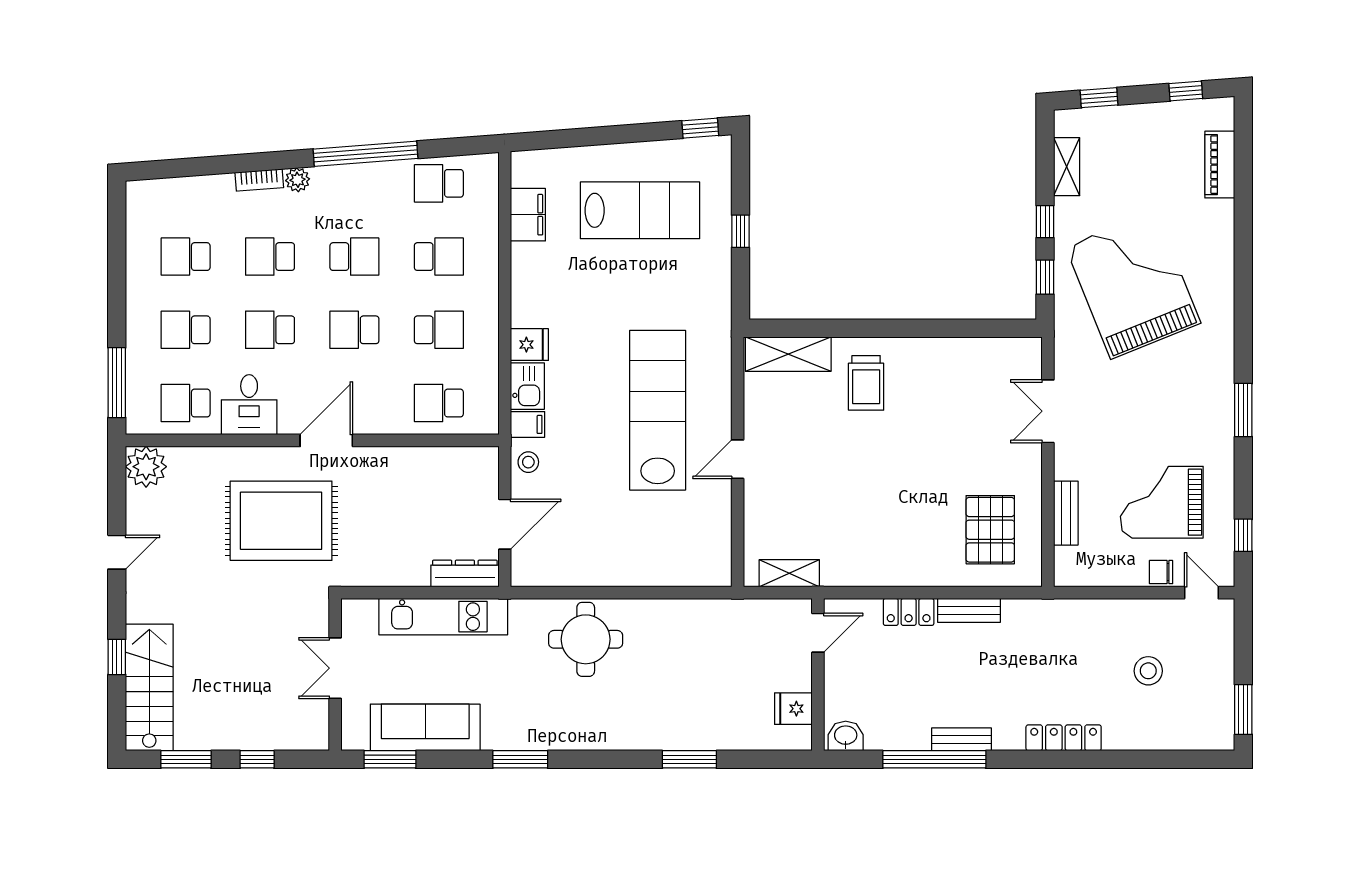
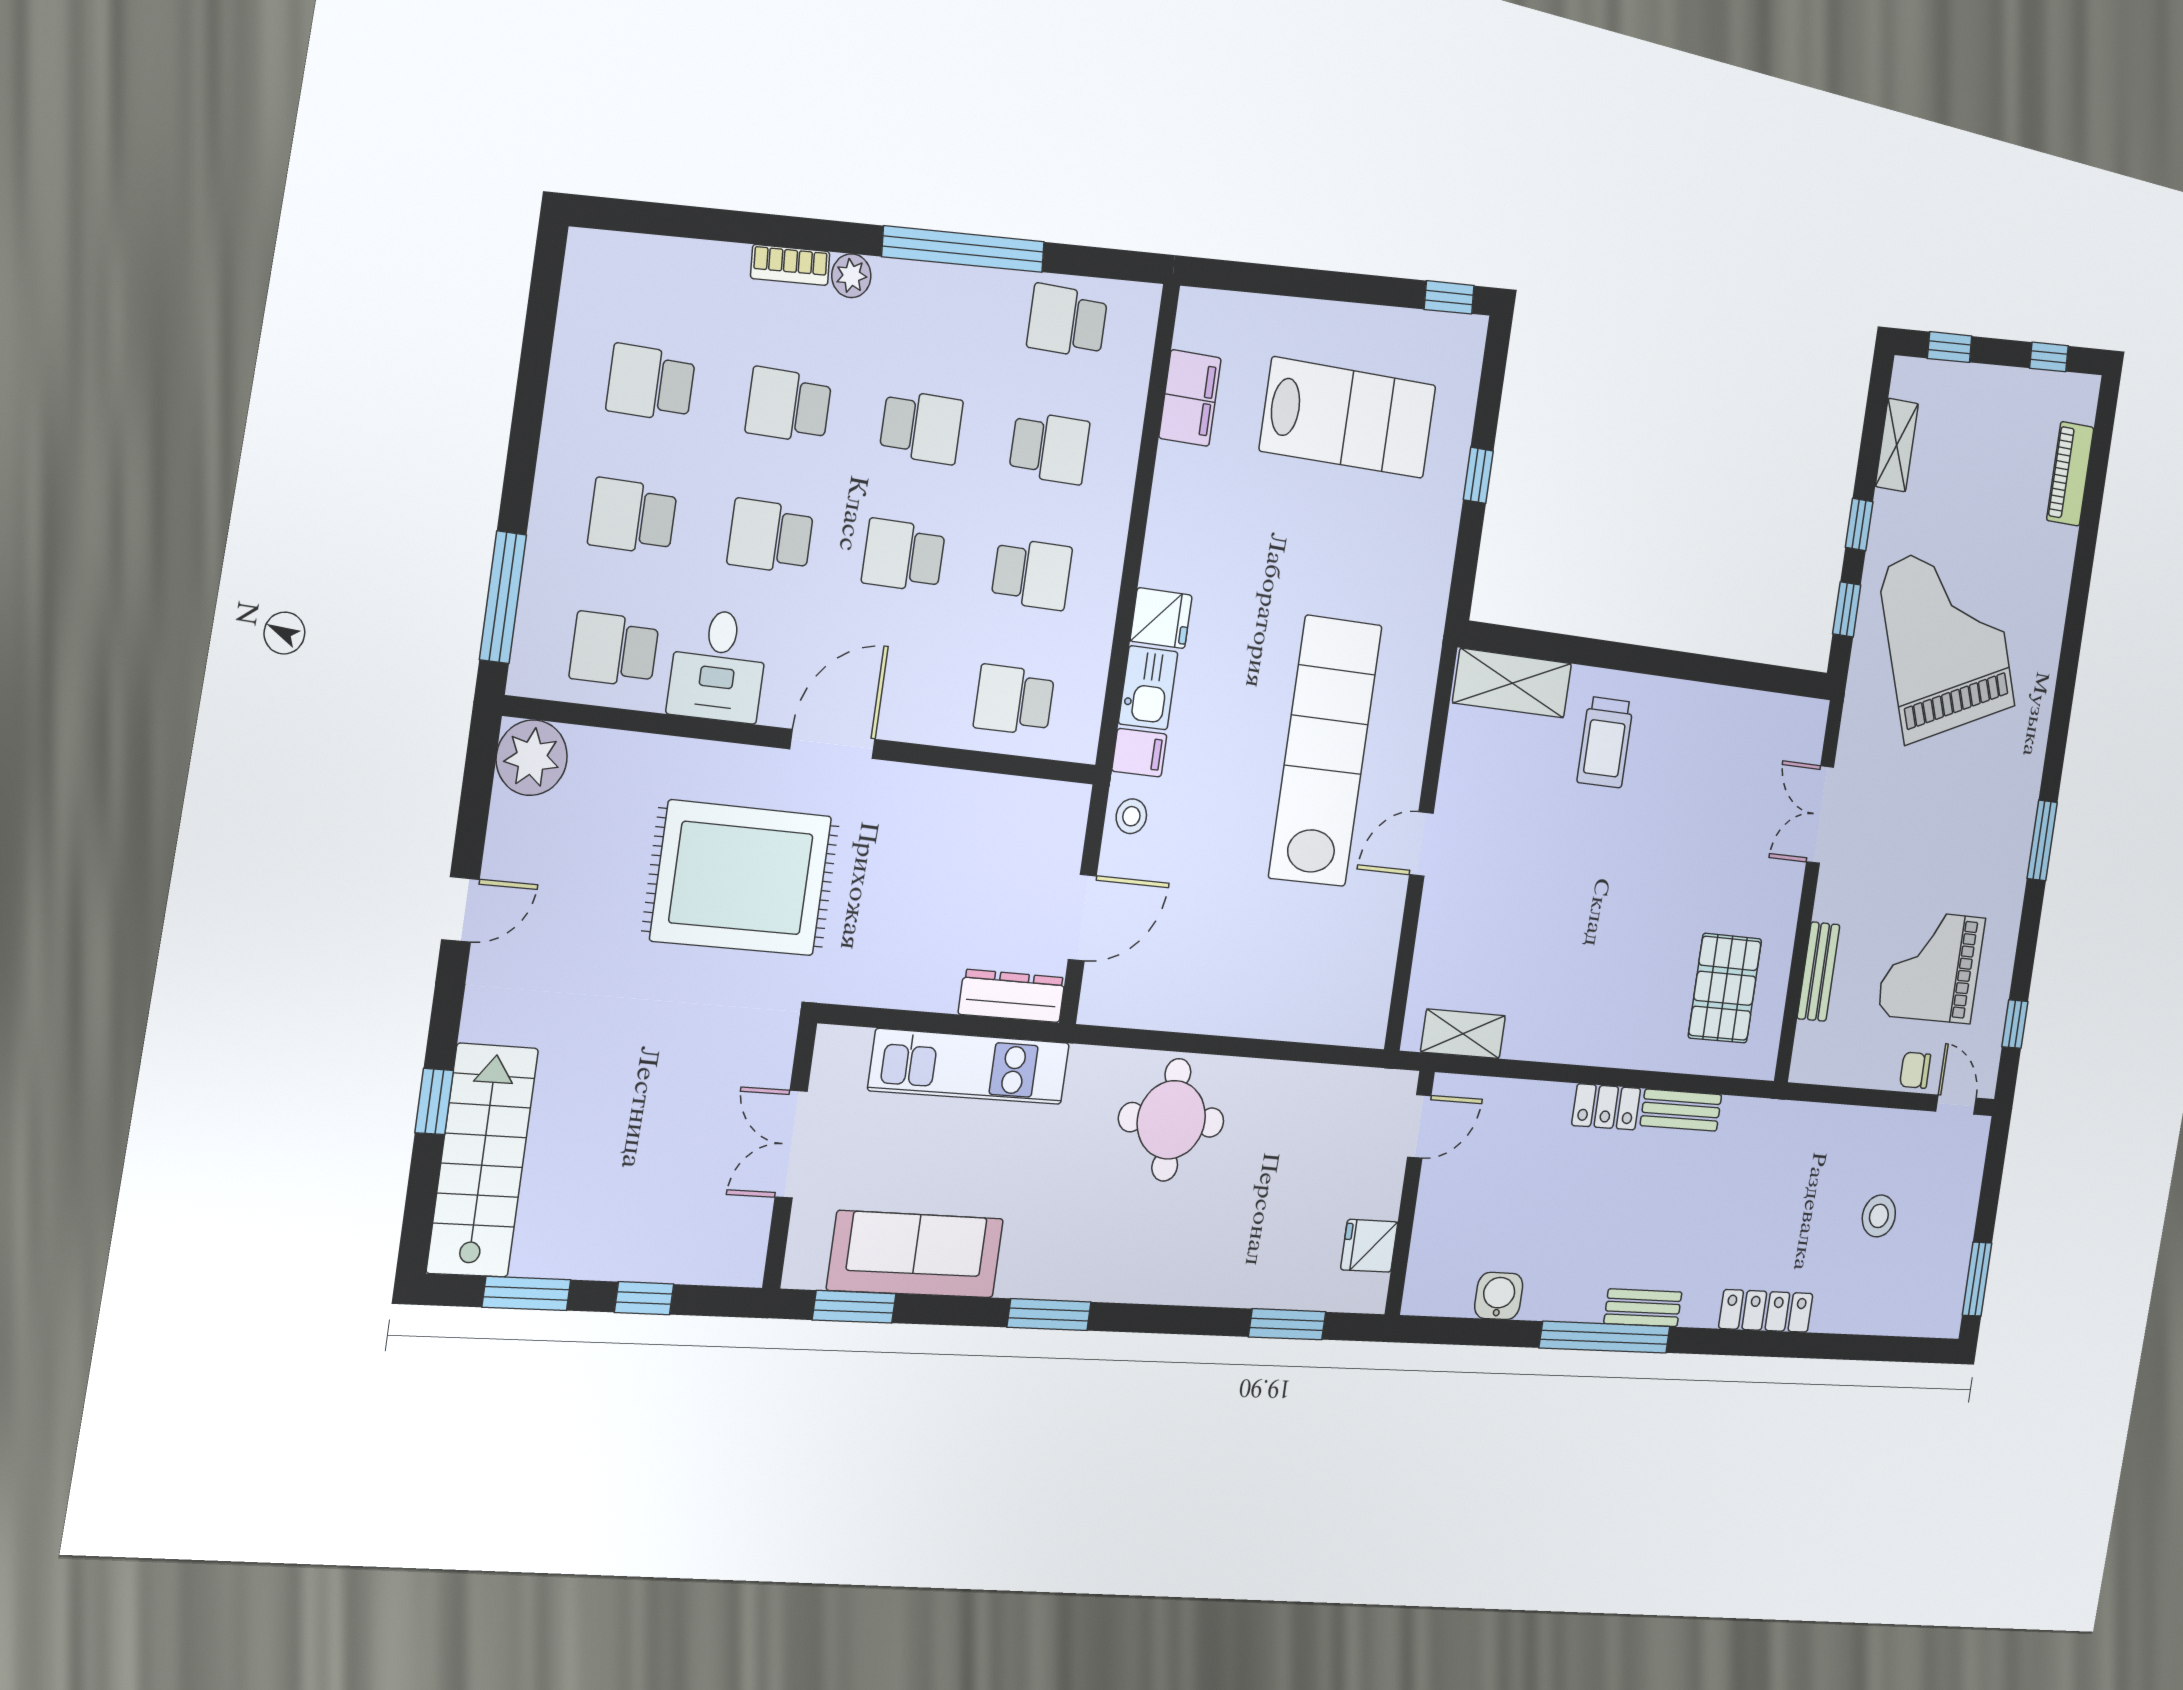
door: (818, 633) -> (1419, 1126), moved
wall: (818, 675) -> (1410, 1193), moved
fridge: (793, 709) -> (1369, 1246), moved

